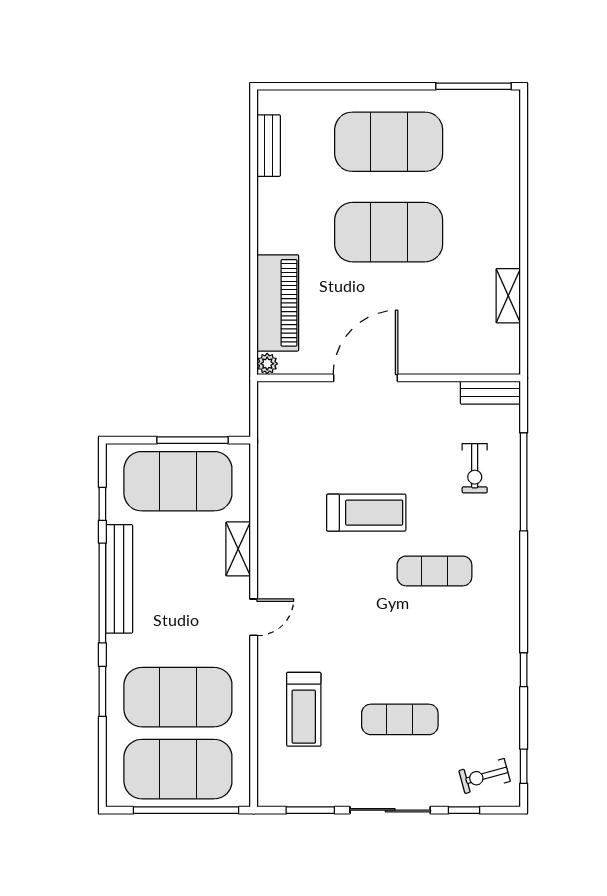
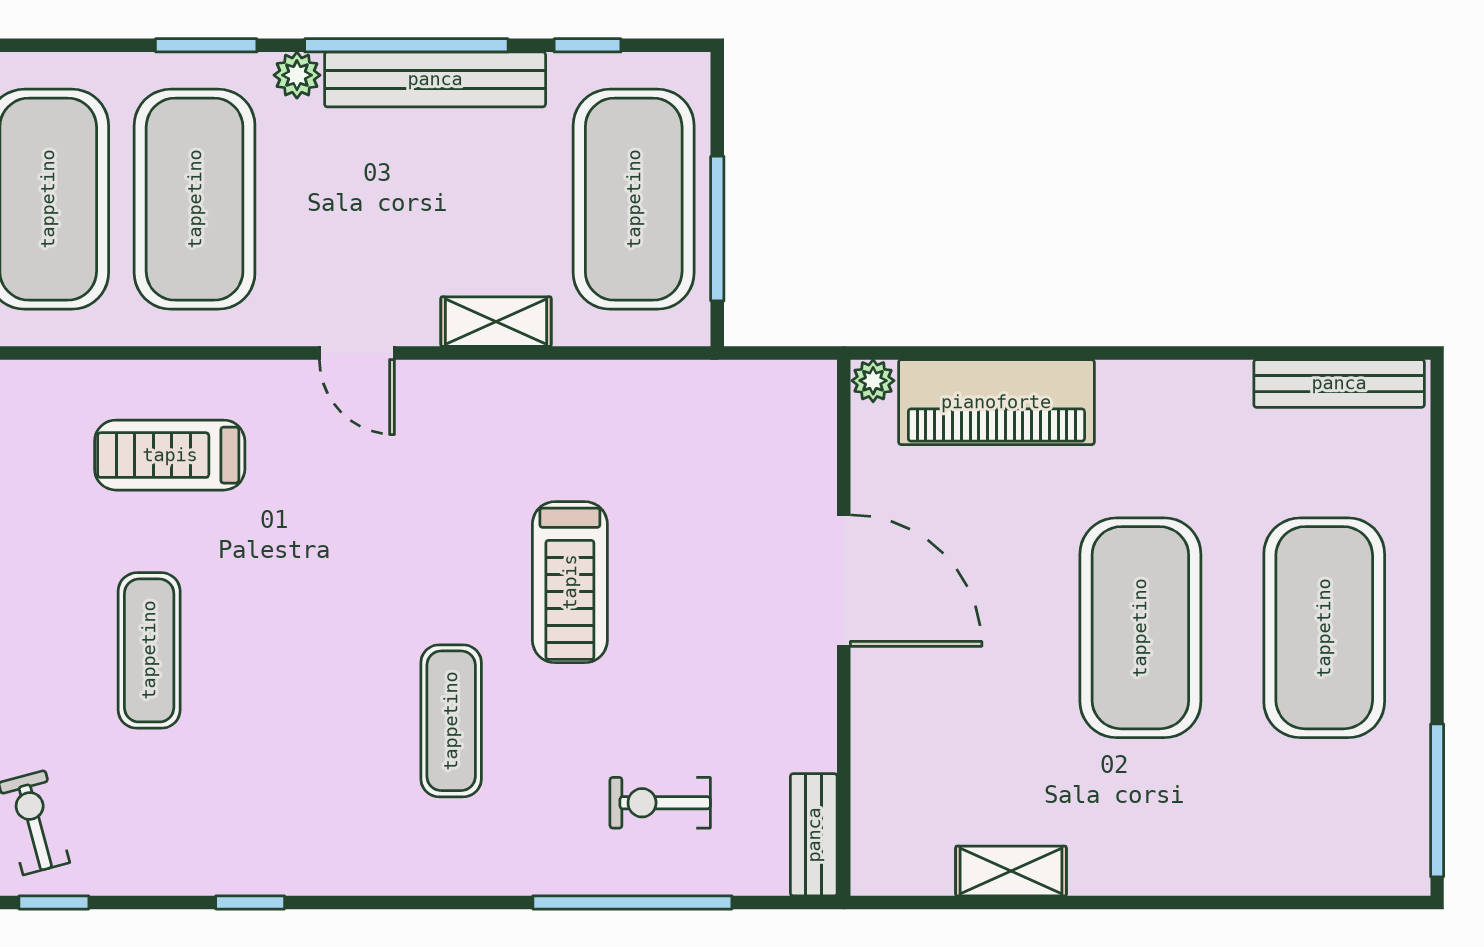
bench: (269, 146) -> (1339, 383), width x1.36
plant: (117, 647) -> (297, 75), added

